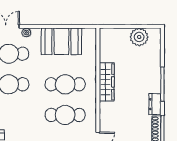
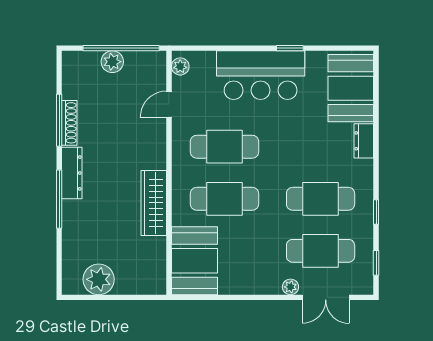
booth: (61, 41) -> (194, 261), moved, turned 90
dresser: (155, 104) -> (72, 173), width x1.44

